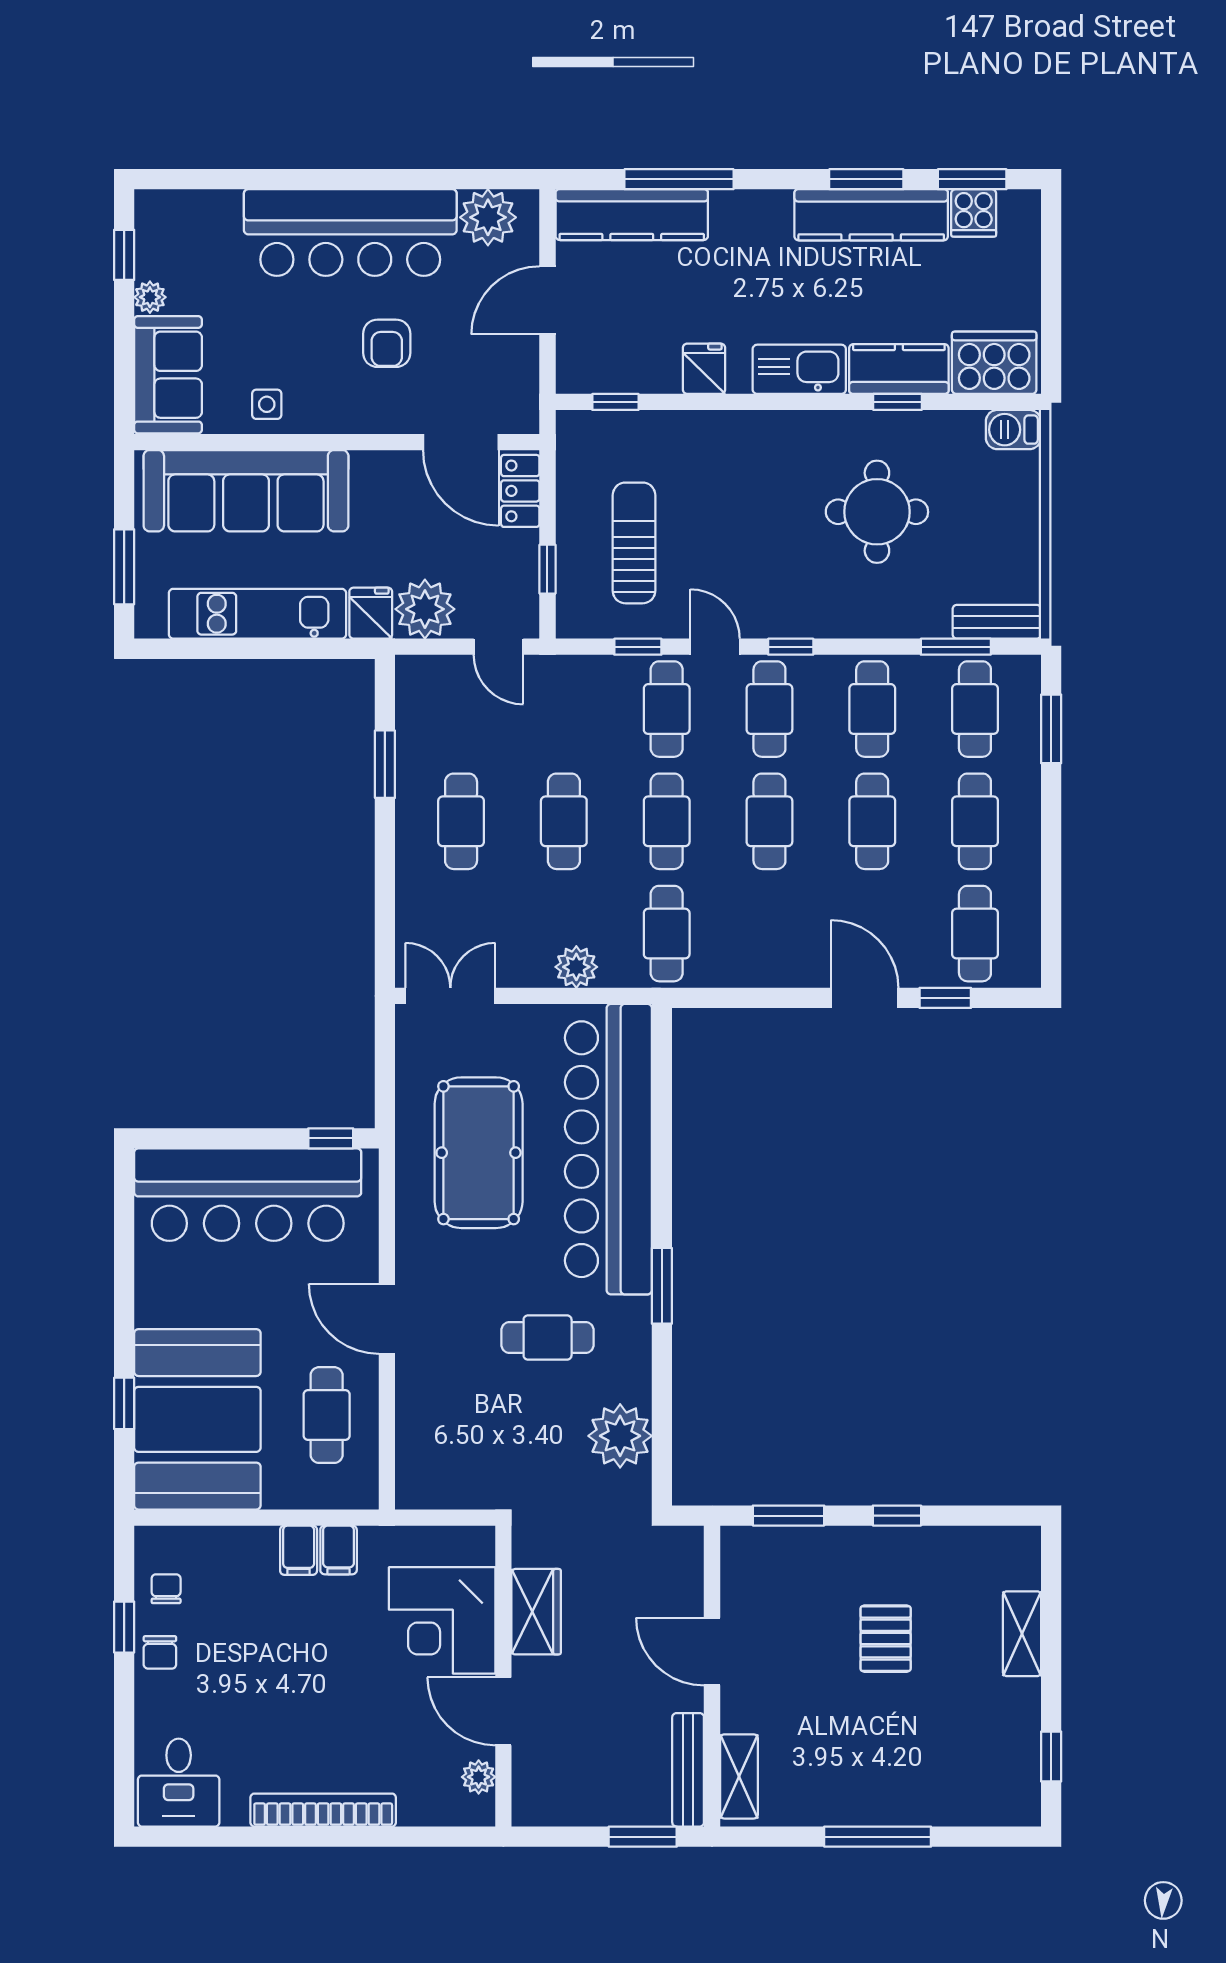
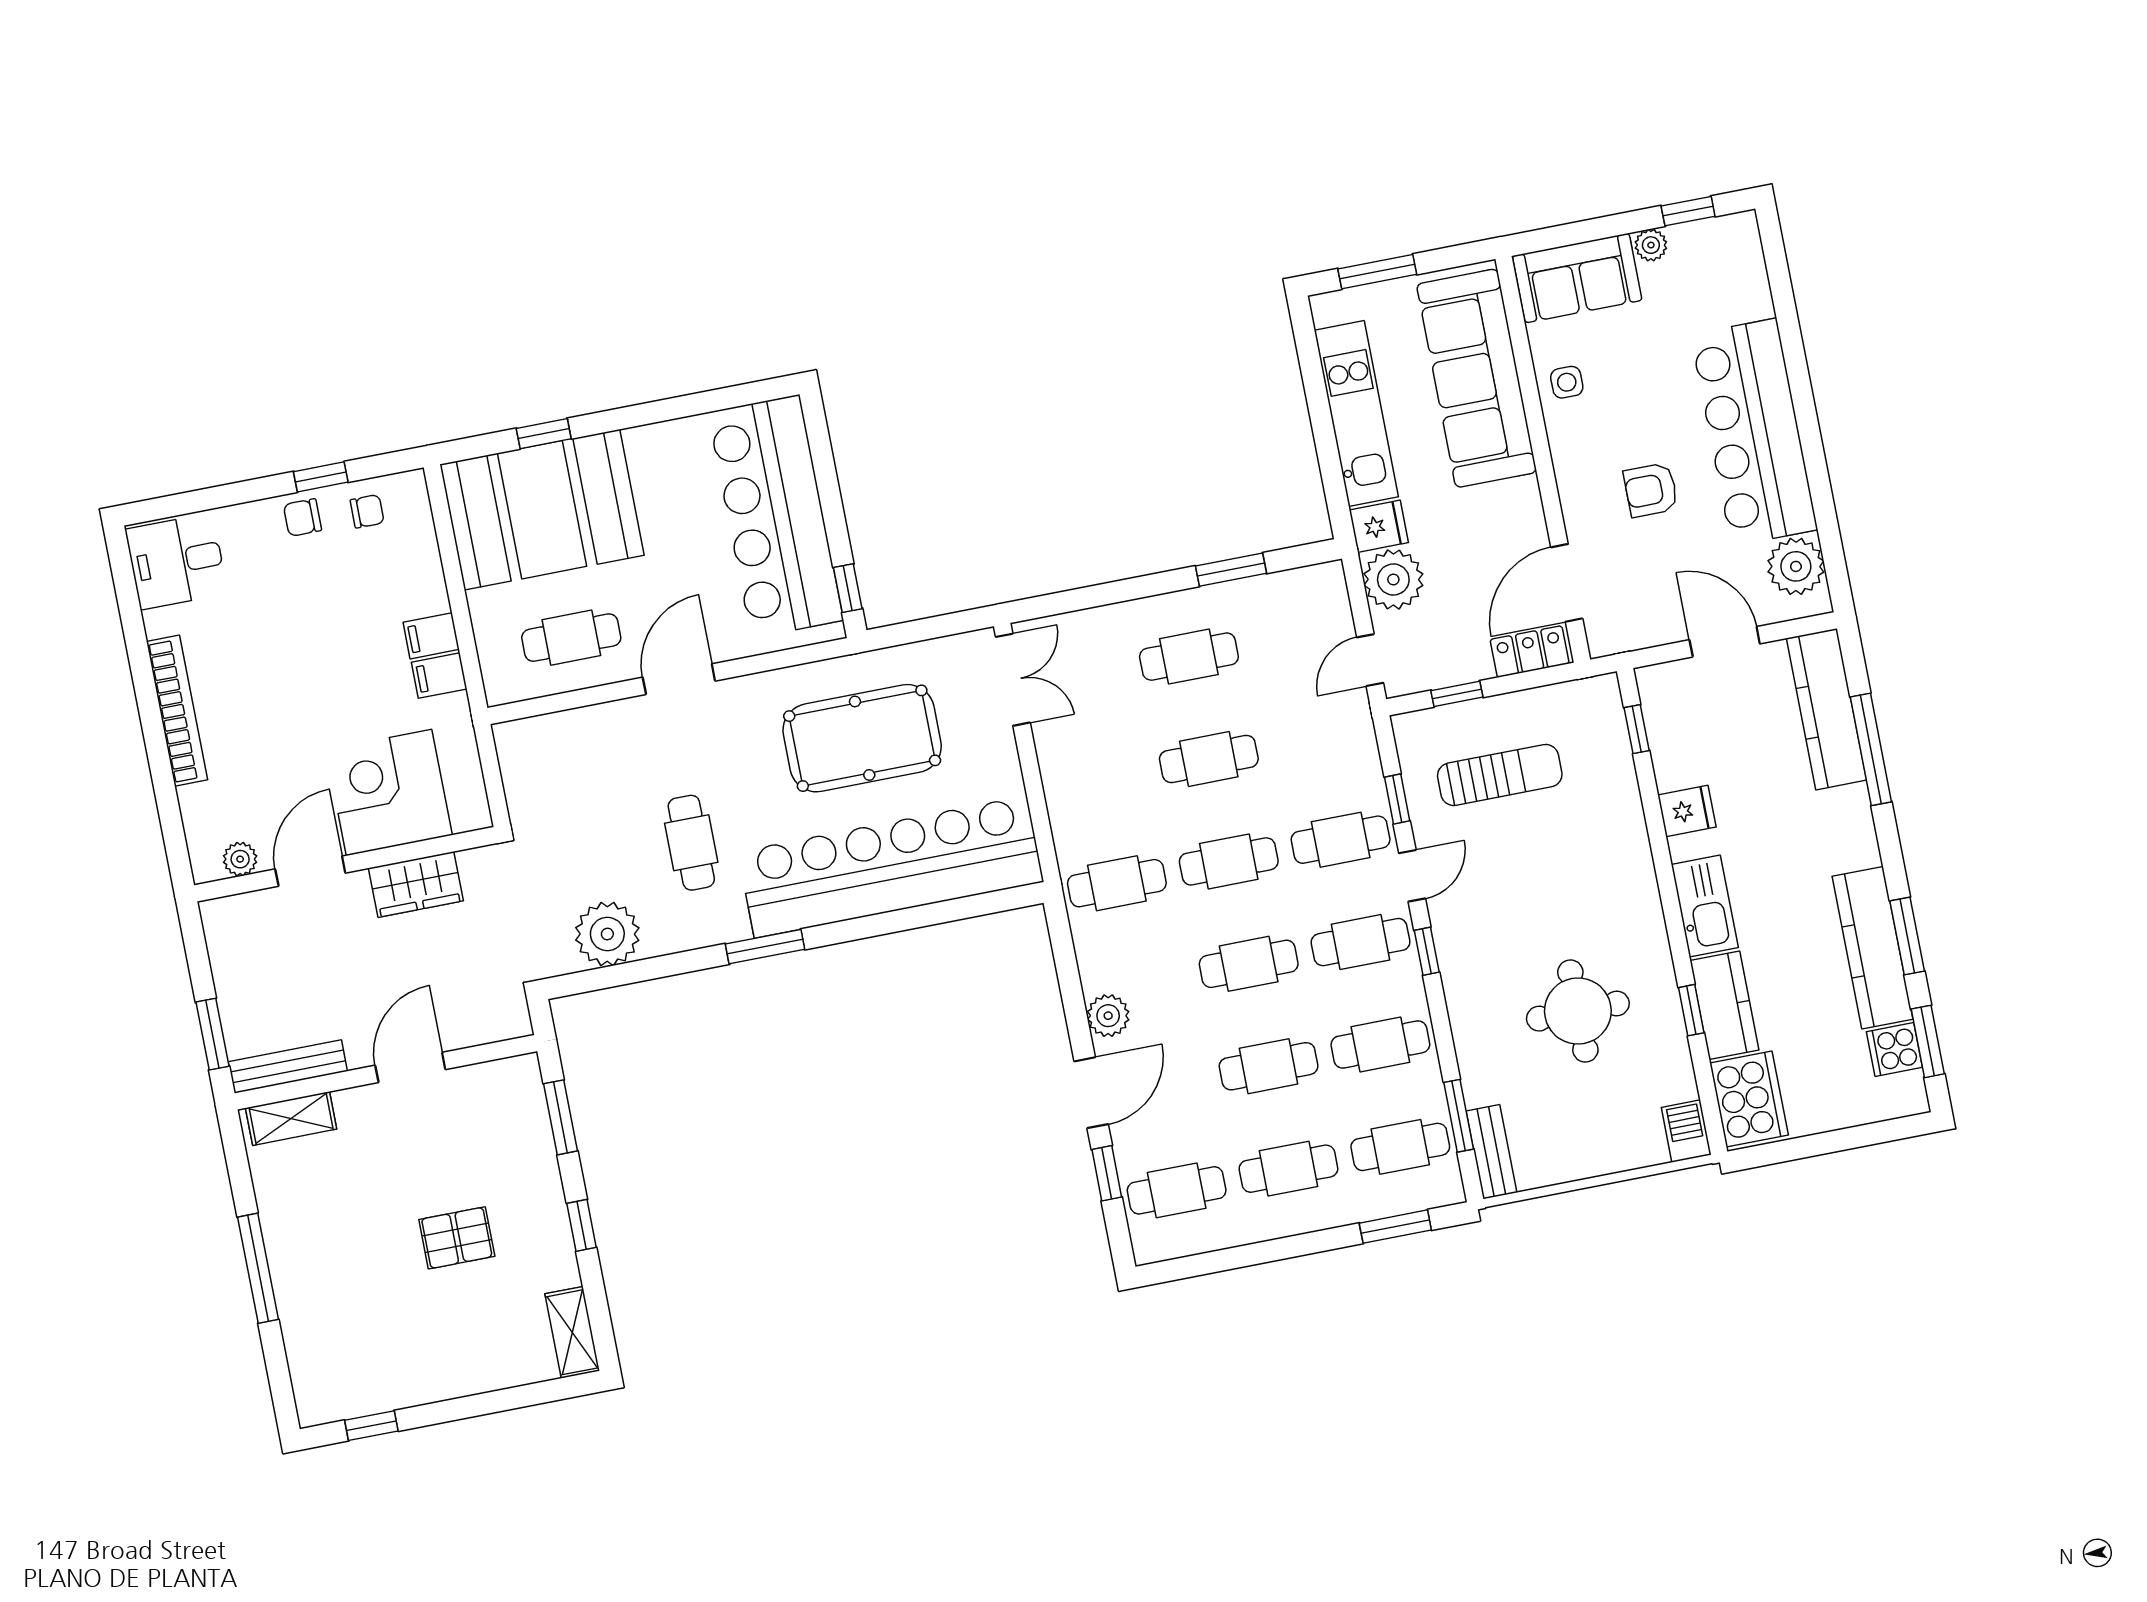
plant: (576, 967) -> (1108, 1016), moved
shelving: (1022, 1634) -> (572, 1332), moved, turned 90

